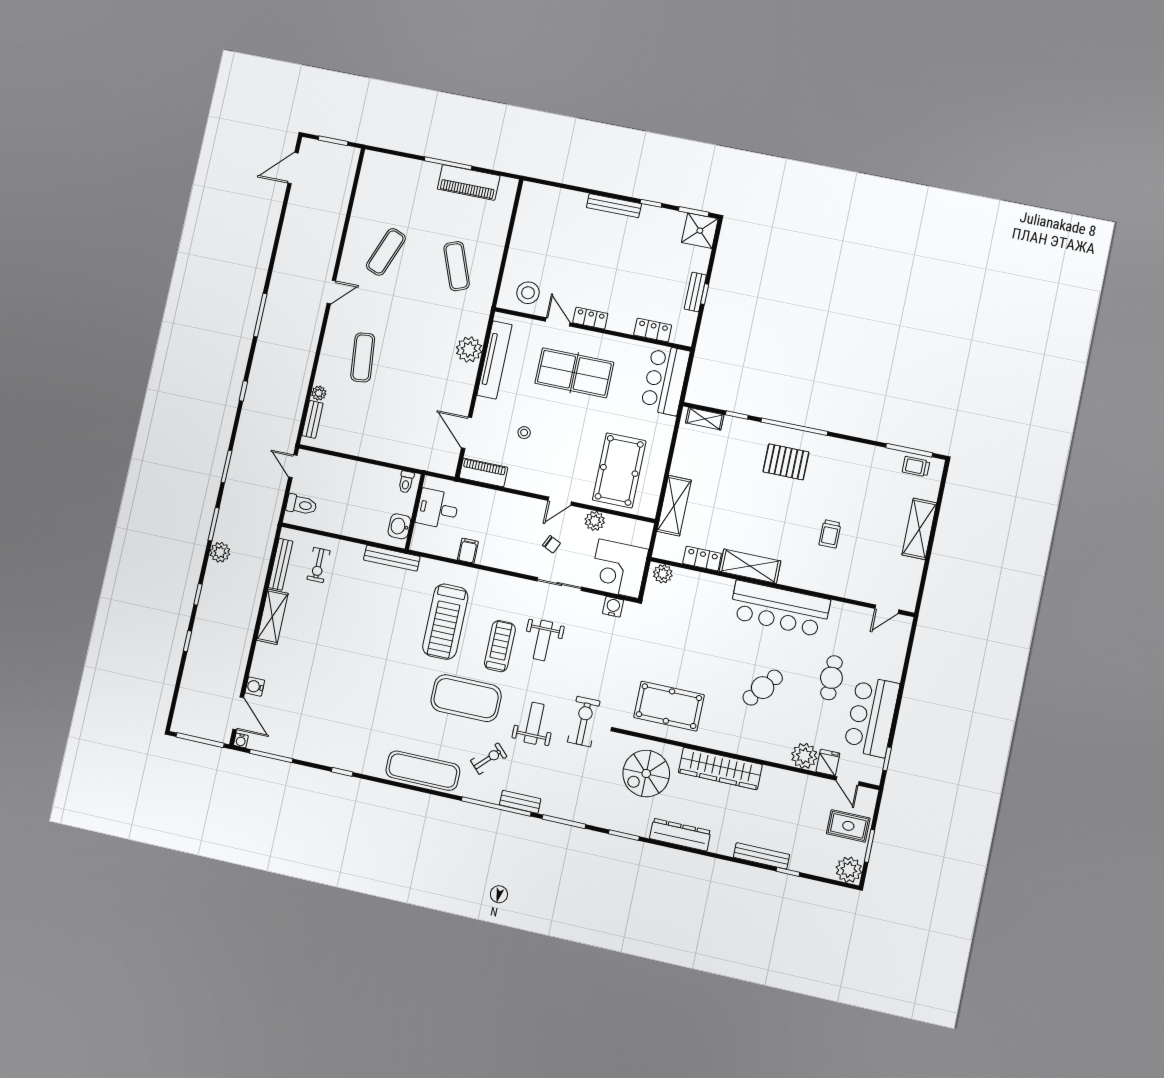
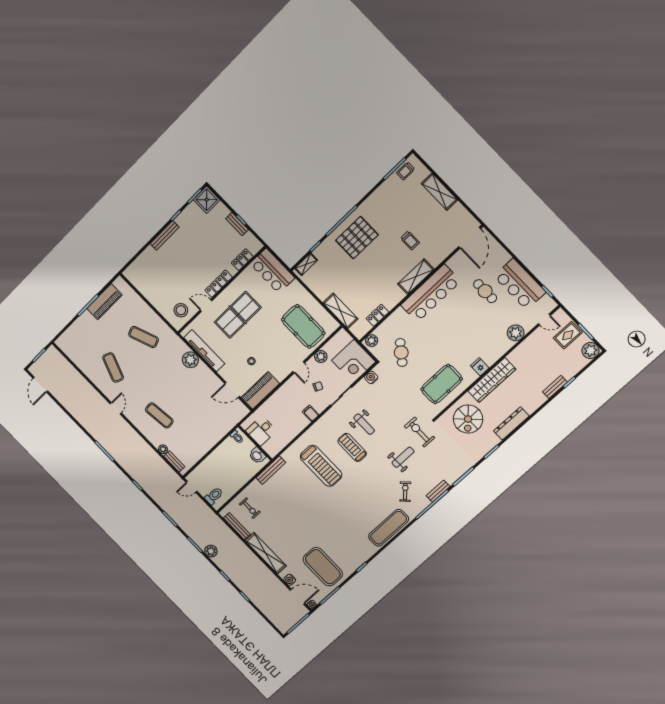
locker: (590, 318) -> (219, 284), width x1.53
pallet: (786, 462) -> (357, 238), width x1.37, depth x1.41
piano: (483, 472) -> (260, 390), width x1.37, depth x1.33
filing cabinet: (468, 551) -> (311, 413), moved
shelving: (750, 566) -> (416, 277), moved
door: (887, 609) -> (470, 238), width x1.88
shelving: (272, 617) -> (266, 553), width x1.47
cafe table: (763, 688) -> (401, 352), moved
exercise mat: (466, 698) -> (323, 567), moved, turned 90
weight bench: (534, 723) -> (403, 457), turned 90
fridge: (828, 762) -> (480, 367), moved
bench: (761, 856) -> (555, 387), width x0.73

